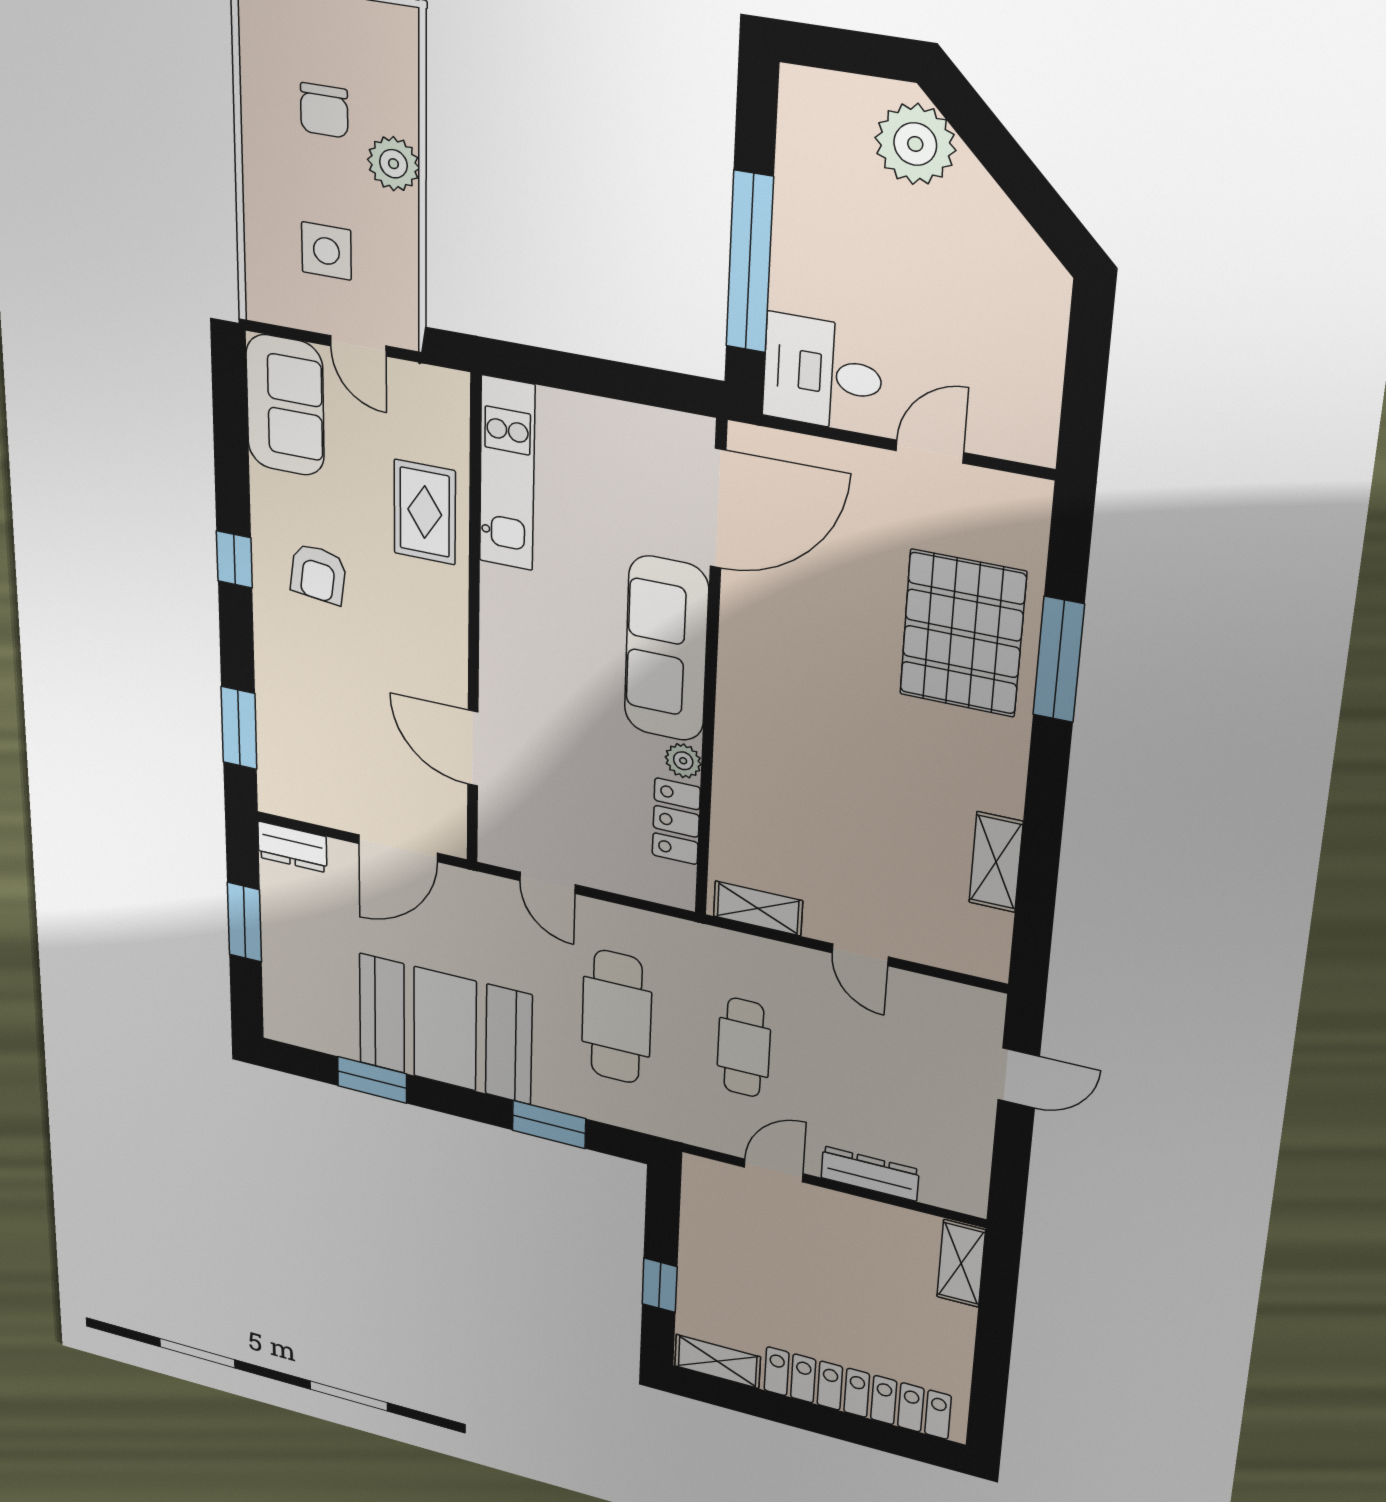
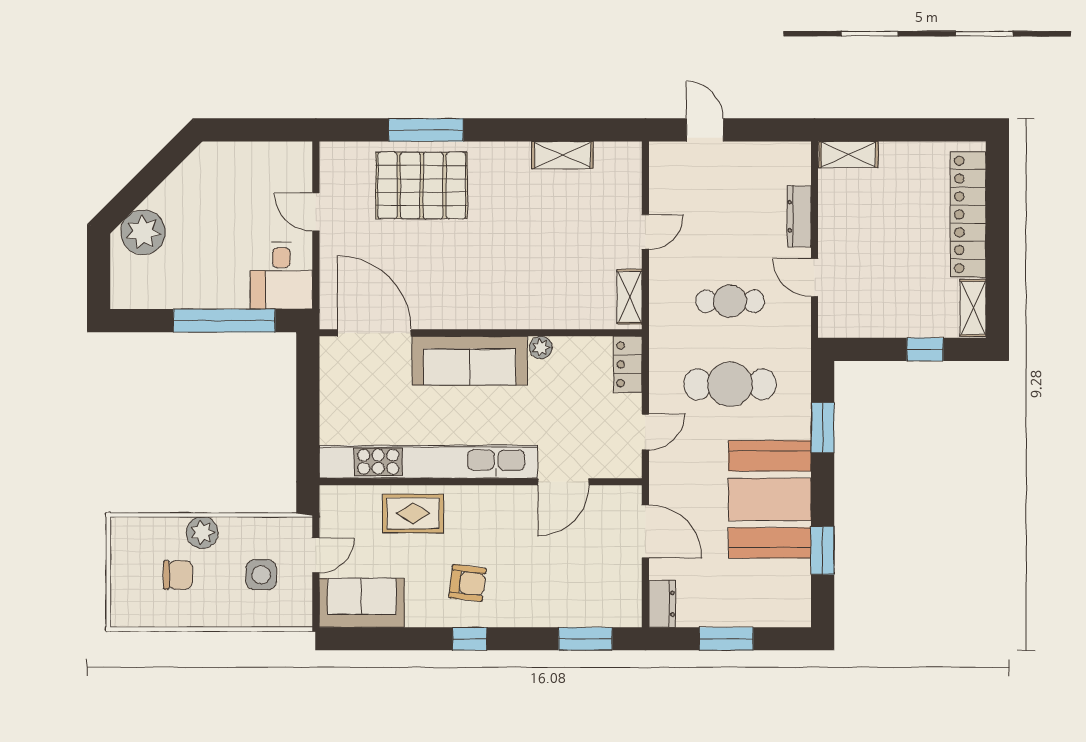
kitchen unit: (507, 473) -> (428, 462), width x1.86
locker: (676, 821) -> (628, 364), moved, turned 90

